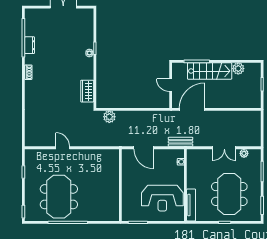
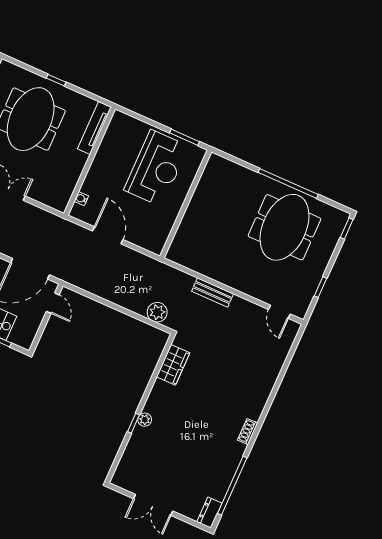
dresser: (30, 45) -> (209, 513), moved
door: (171, 85) -> (53, 303), moved
bench: (181, 142) -> (213, 293), moved
door: (63, 148) -> (279, 312), moved
door: (144, 148) -> (108, 235), moved
reception desk: (162, 198) -> (156, 168), moved, turned 90

